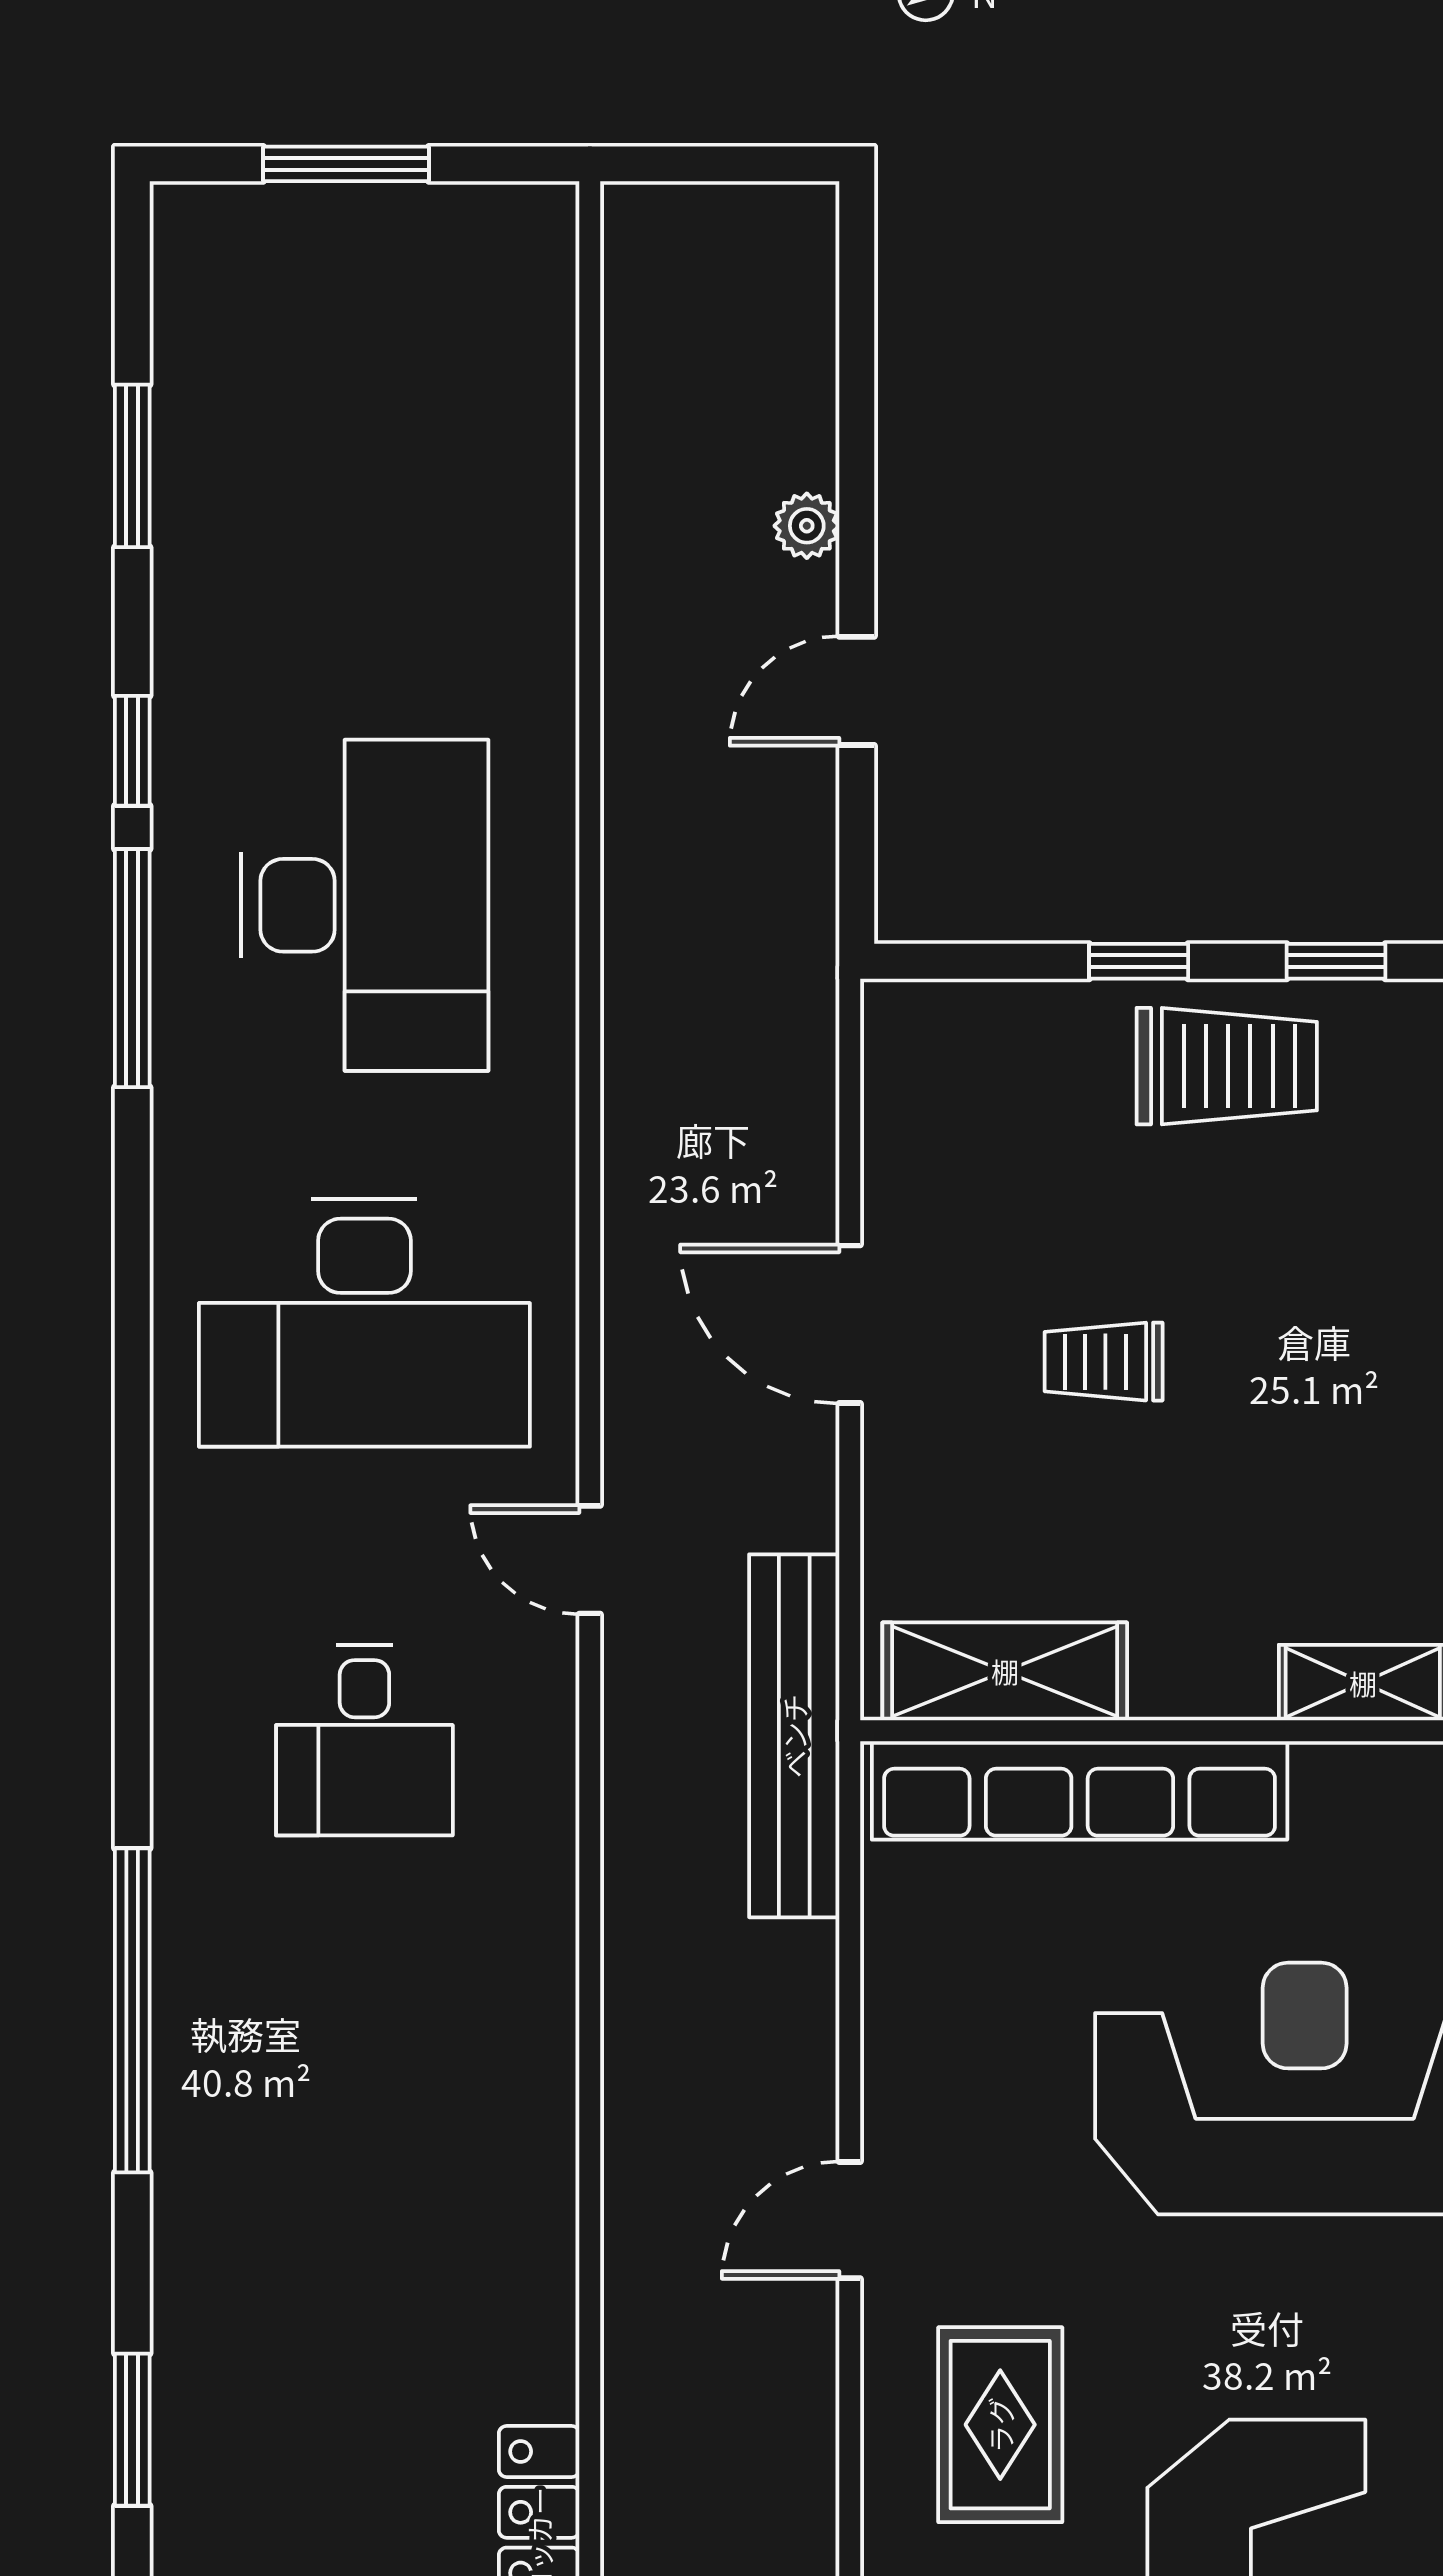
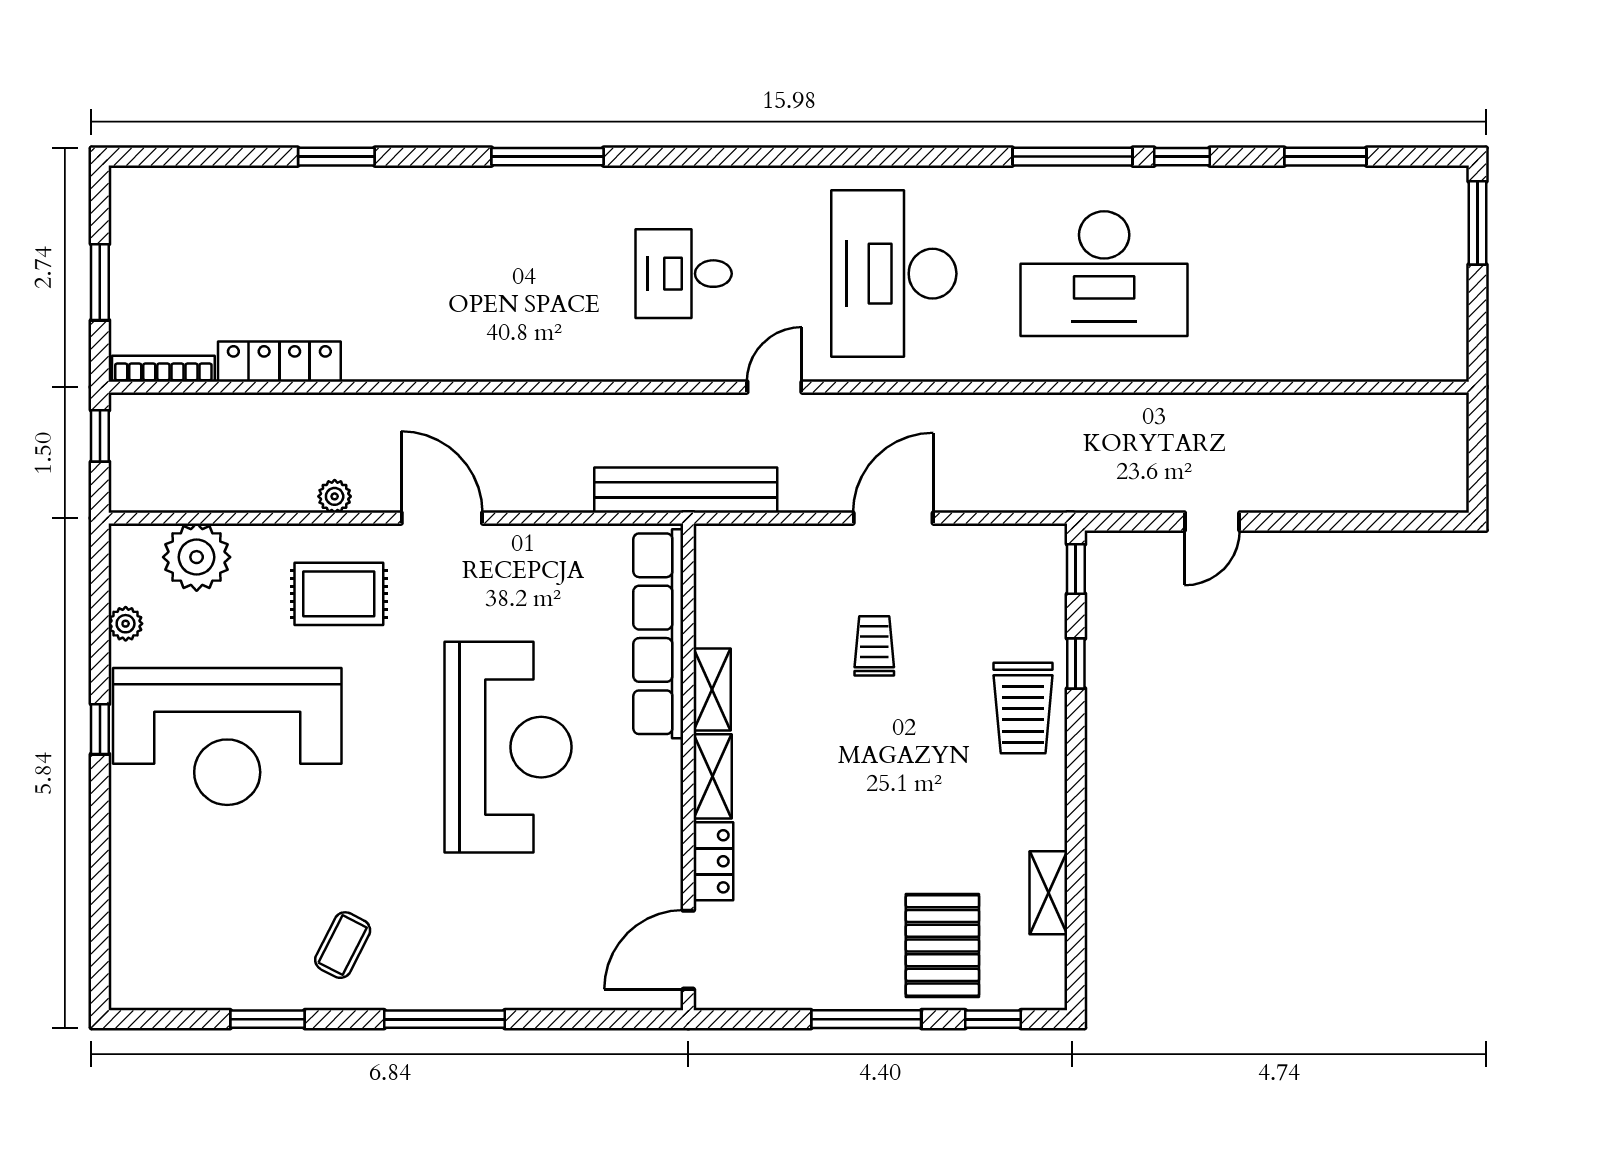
window: (346, 164) -> (1478, 223), moved
plant: (807, 526) -> (335, 496), moved
door: (857, 691) -> (1212, 522), swing flipped
window: (1336, 961) -> (1076, 569), moved
shelving: (1005, 1671) -> (712, 690), moved, width x0.67, depth x0.75
window: (132, 2010) -> (548, 157), width x0.68
door: (850, 2220) -> (442, 518), width x1.38

